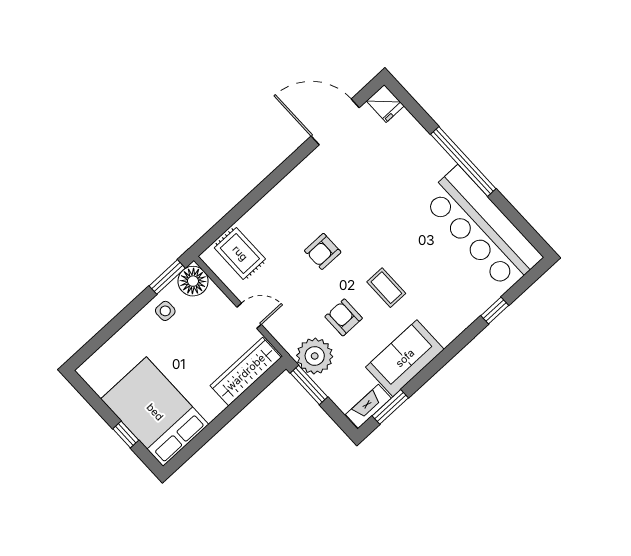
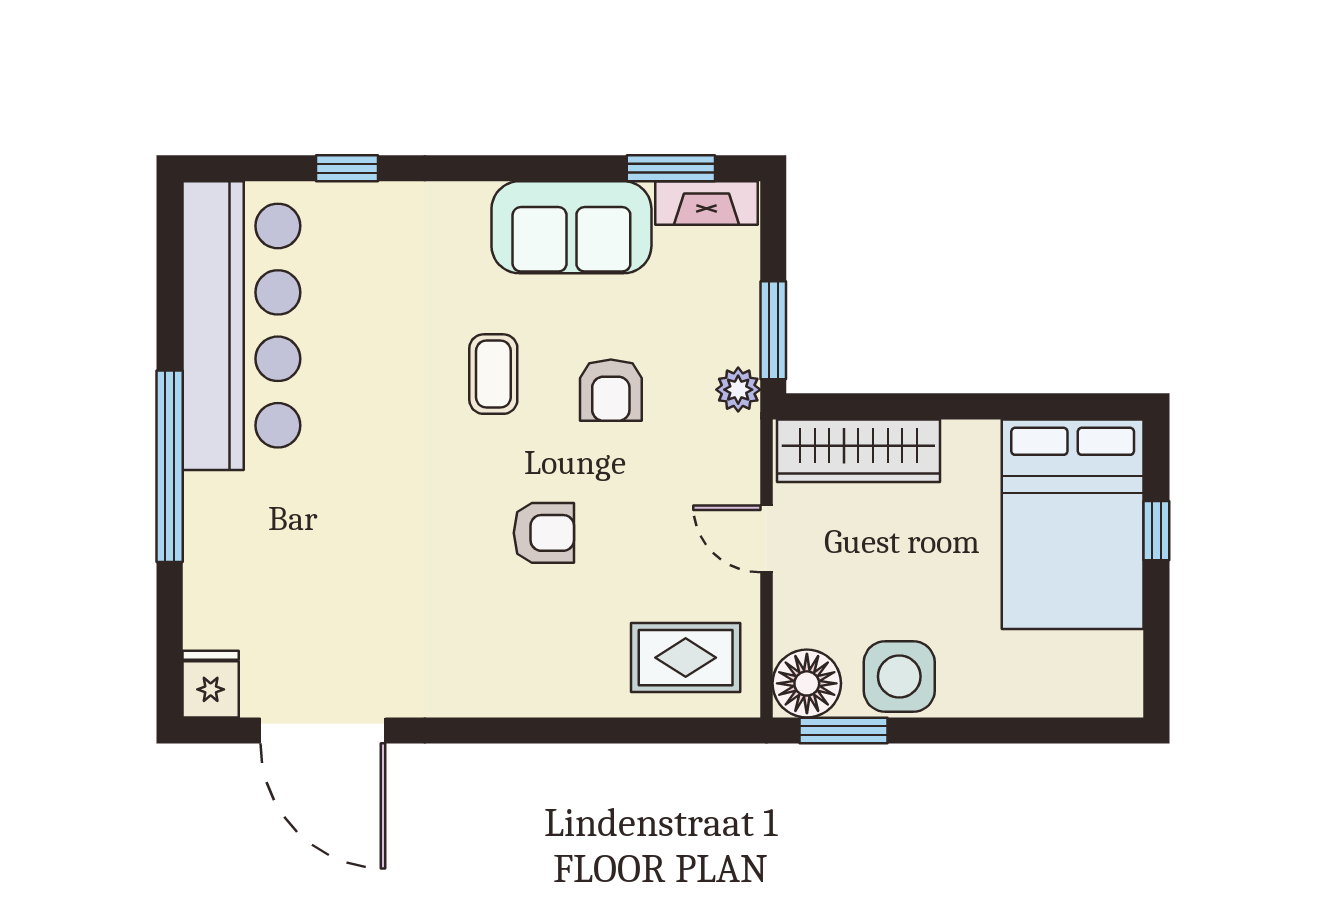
rug: (240, 253) -> (686, 658), turned 90
side table: (165, 311) -> (899, 676), width x1.87, depth x1.87
plant: (315, 356) -> (738, 390), width x0.53, depth x0.53

